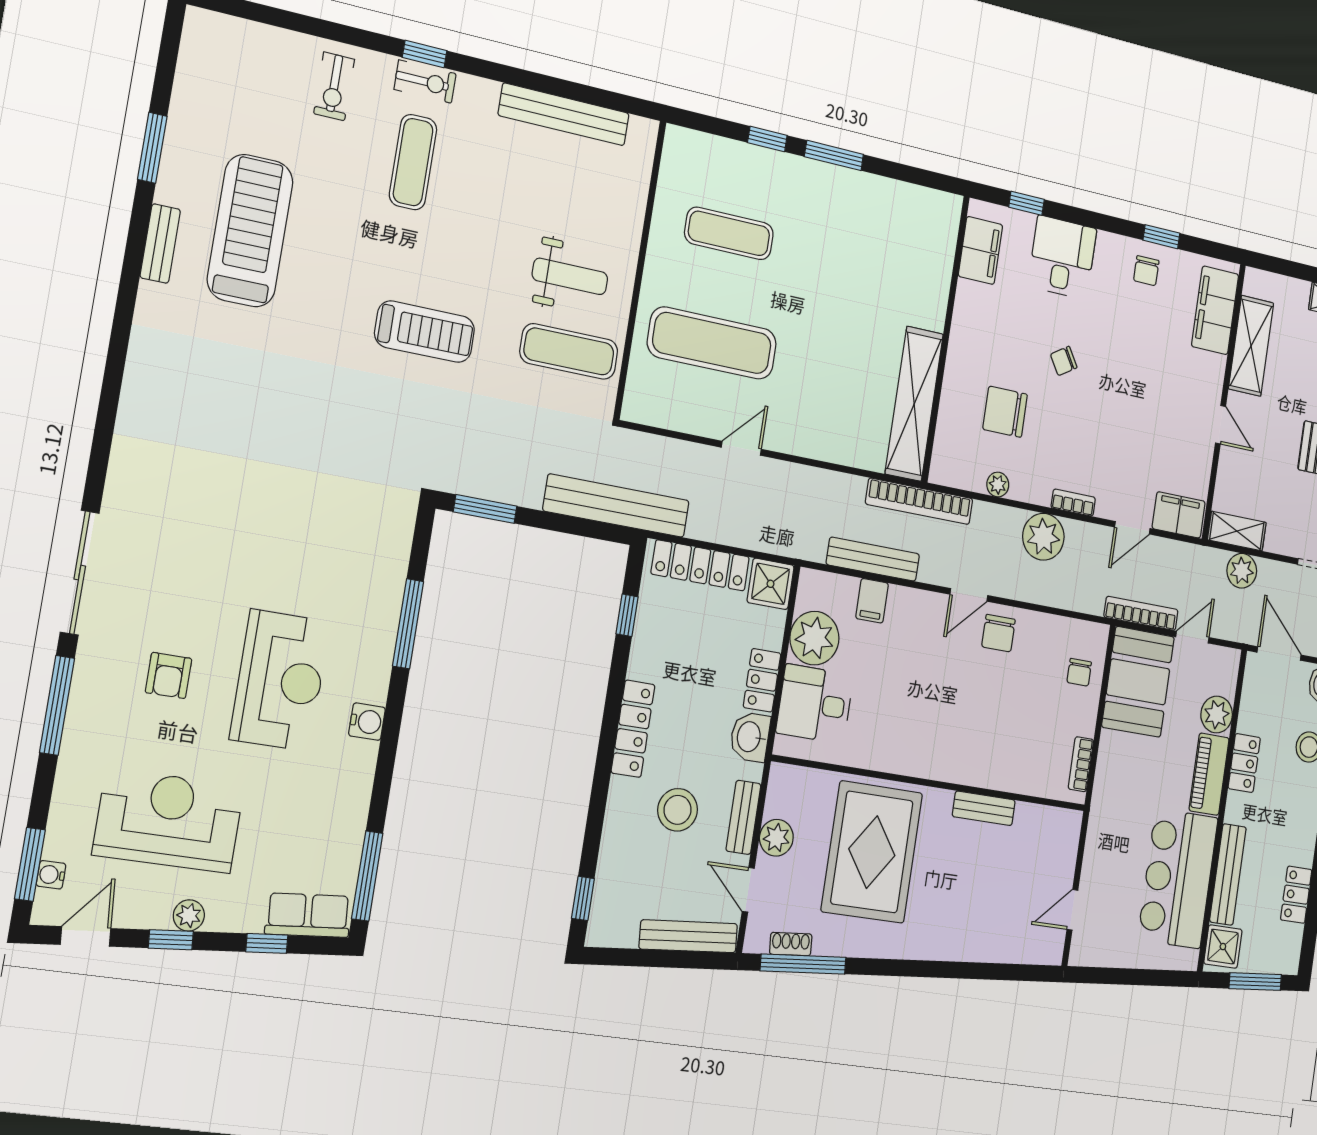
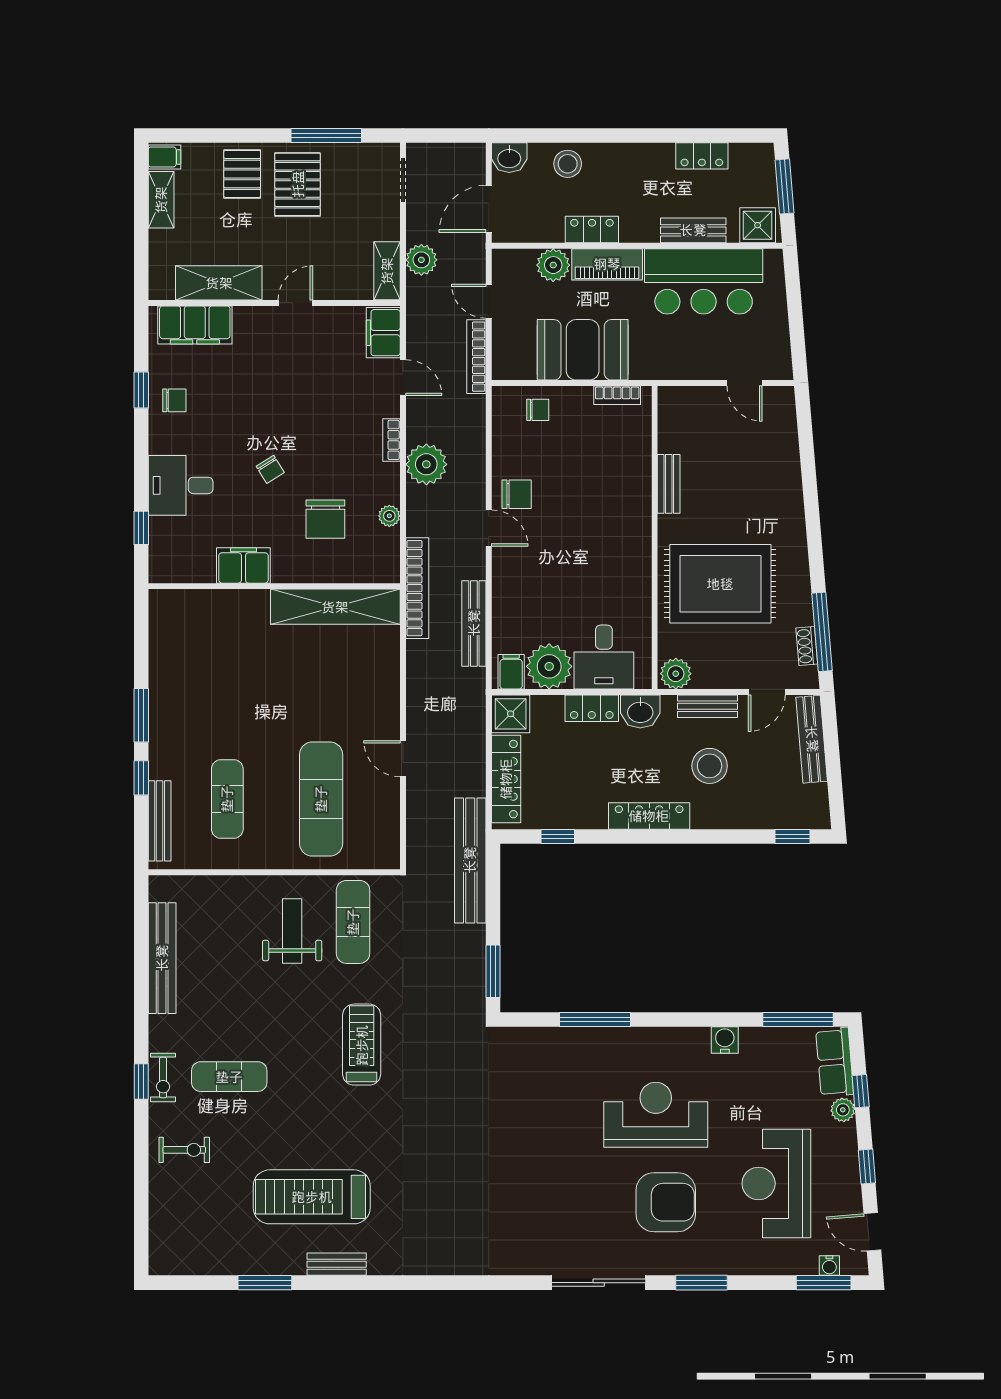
exercise bike: (425, 82) -> (163, 1077), turned 180
bench: (717, 149) -> (160, 821), added
filing cabinet: (980, 250) -> (243, 565), moved
filing cabinet: (872, 601) -> (511, 672), moved, turned -90
armchair: (169, 675) -> (666, 1202), width x1.88, depth x1.88
booth: (1138, 682) -> (583, 350), moved
window: (57, 705) -> (701, 1283), width x0.69
water cooler: (367, 722) -> (725, 1040), moved
plant: (776, 838) -> (676, 674), moved
bench: (1228, 874) -> (693, 230), width x0.73
plant: (189, 915) -> (843, 1110), moved

